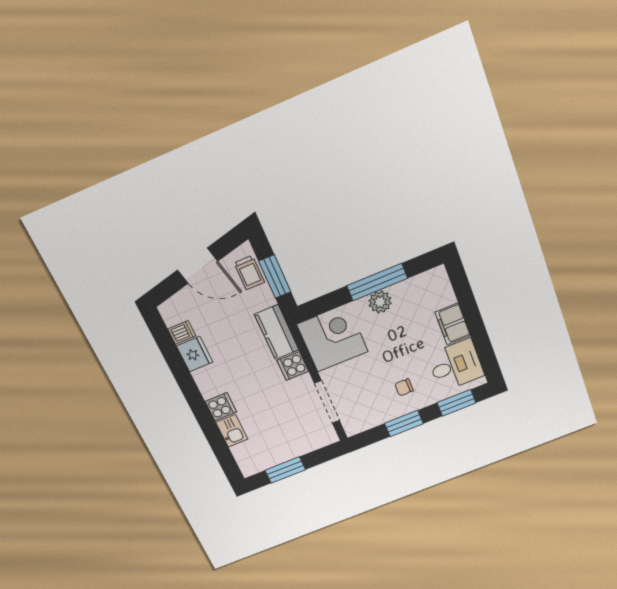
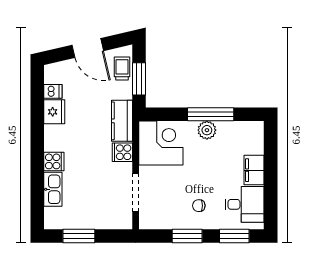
trolley: (249, 273) -> (122, 68), turned 180
kitchen sink: (232, 431) -> (53, 189), width x1.38

